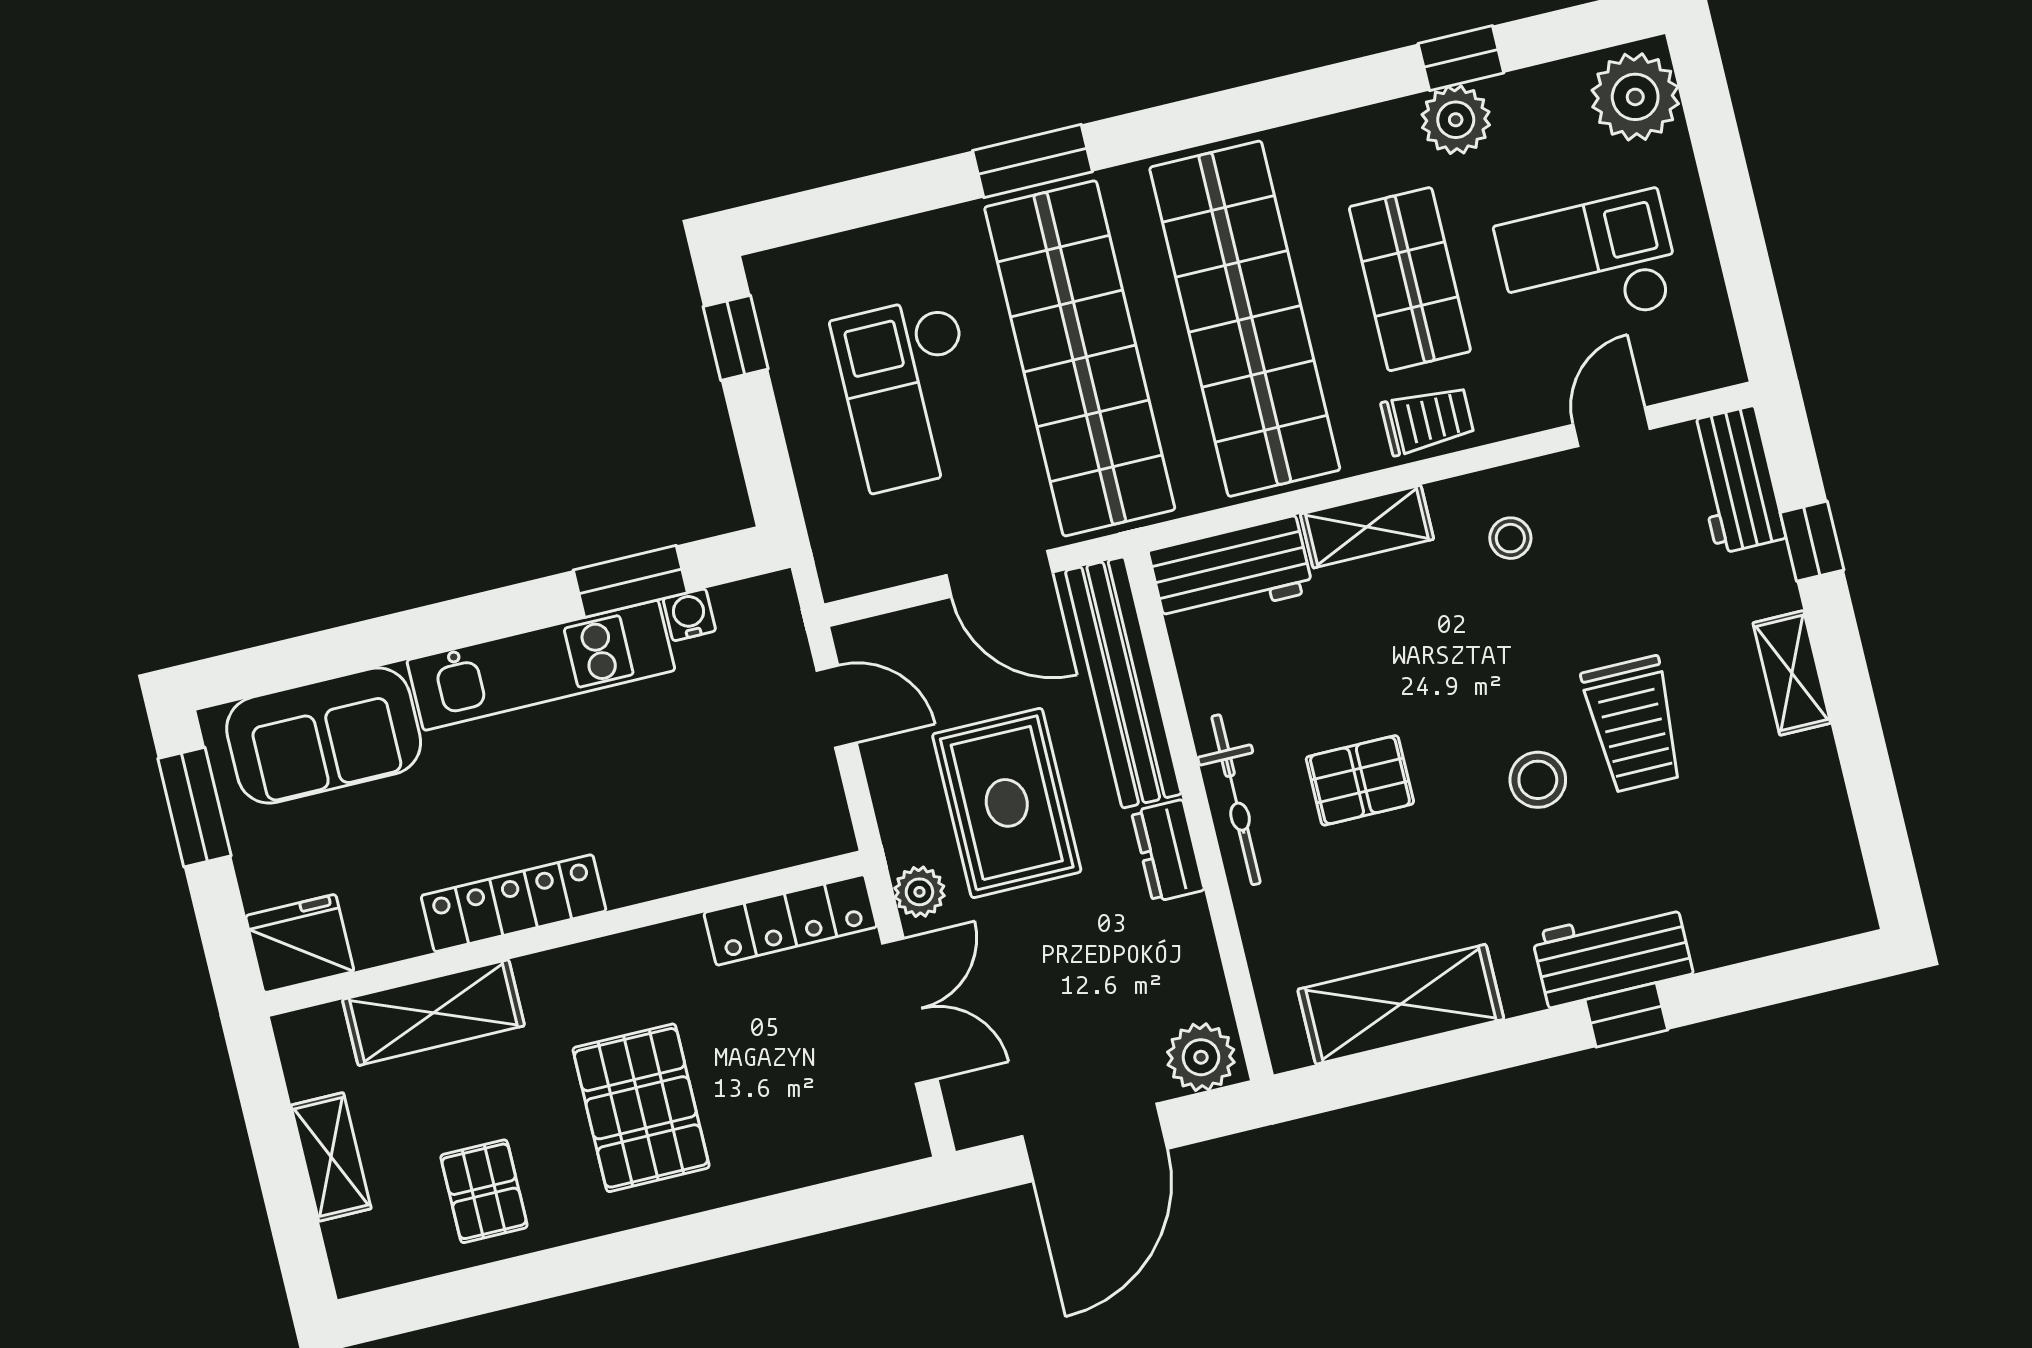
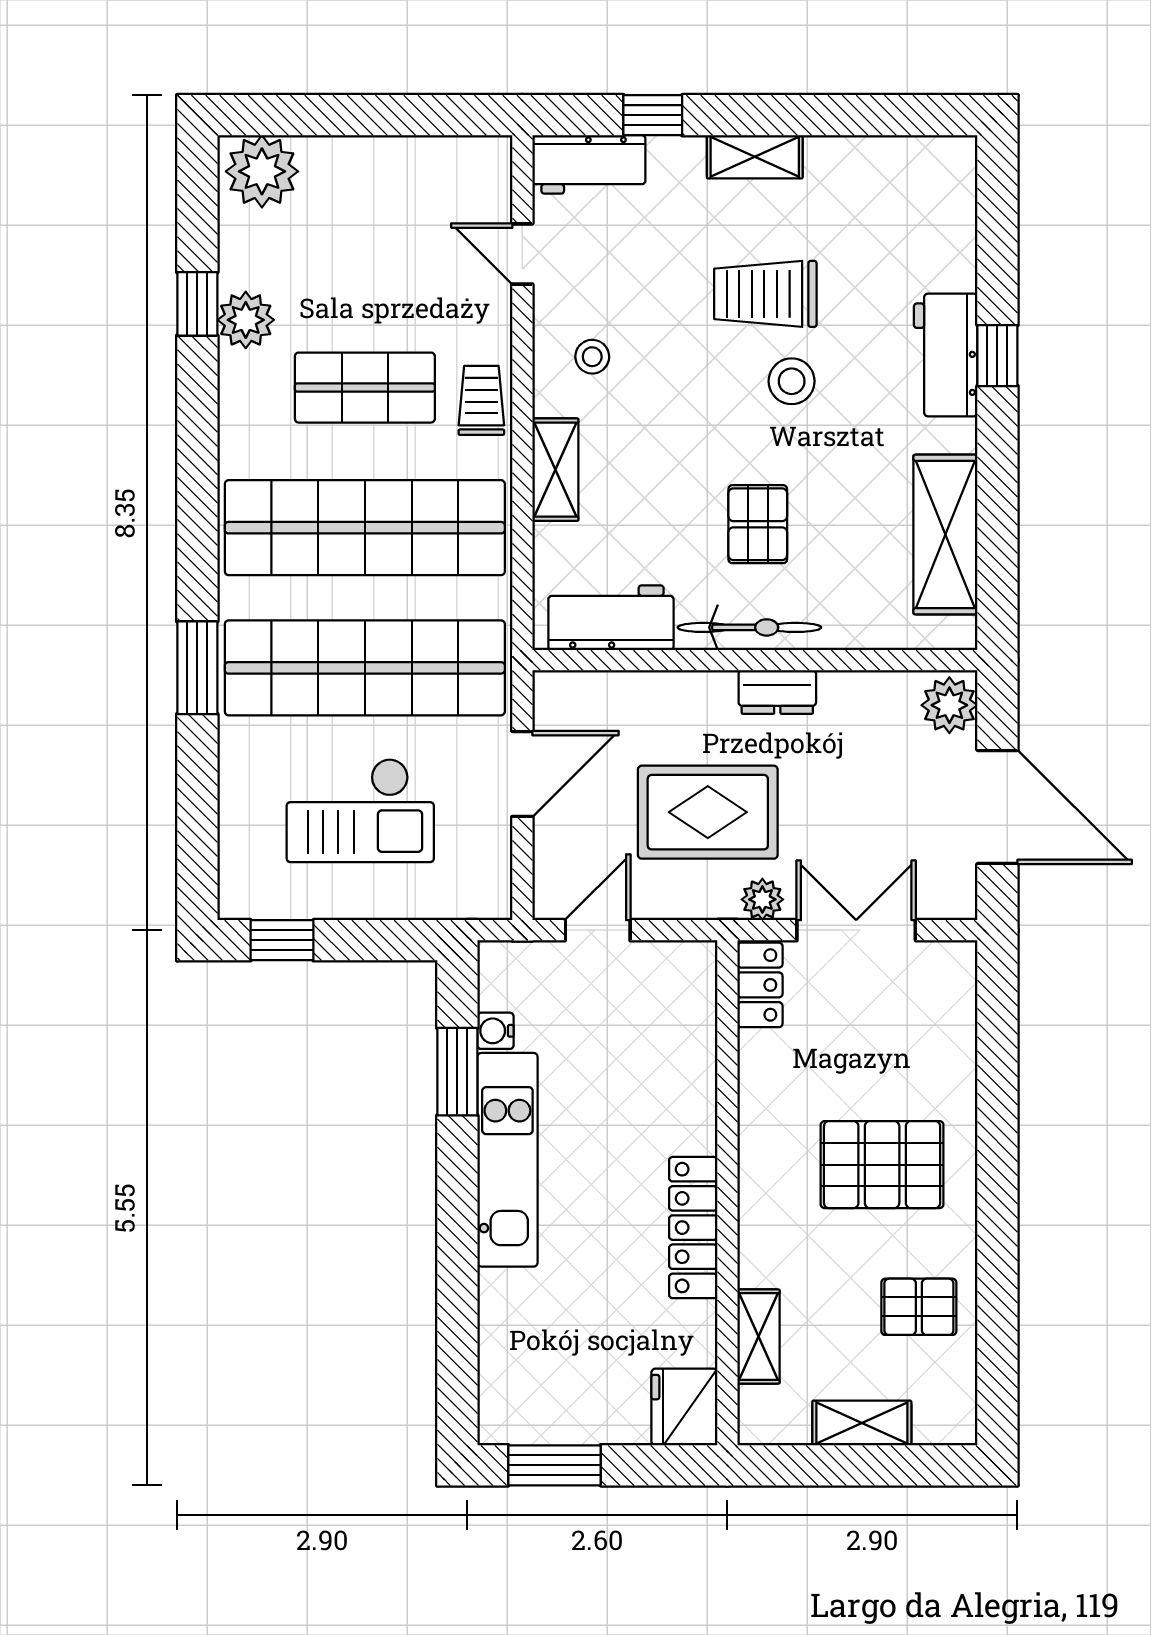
checkout: (1589, 264) -> (387, 241), removed
workbench: (1231, 571) -> (611, 618), moved, turned -90
bench: (1123, 682) -> (633, 695), removed
trolley: (1633, 724) -> (765, 294), turned 180
sofa: (324, 736) -> (522, 1348), removed
locker: (790, 920) -> (760, 985), width x0.66
shelving: (433, 1013) -> (759, 1337), width x0.67, depth x0.75

